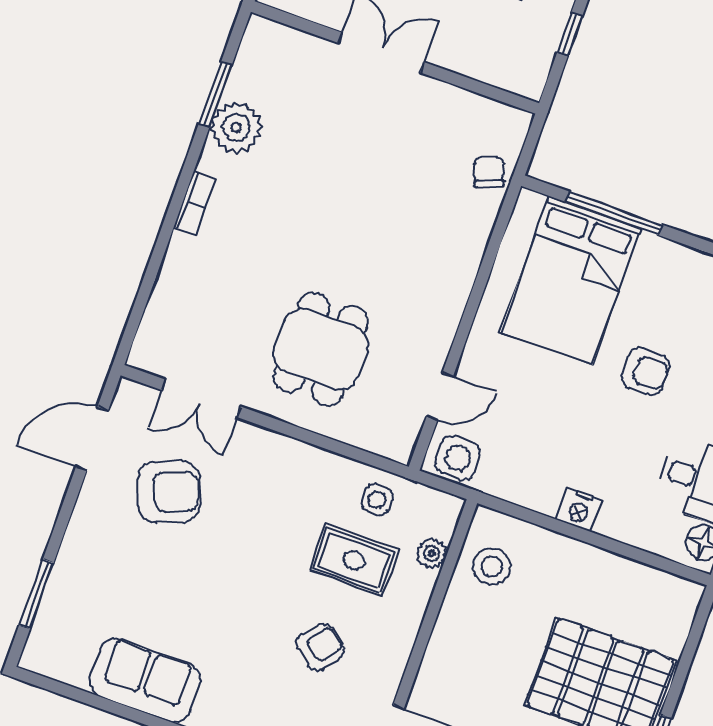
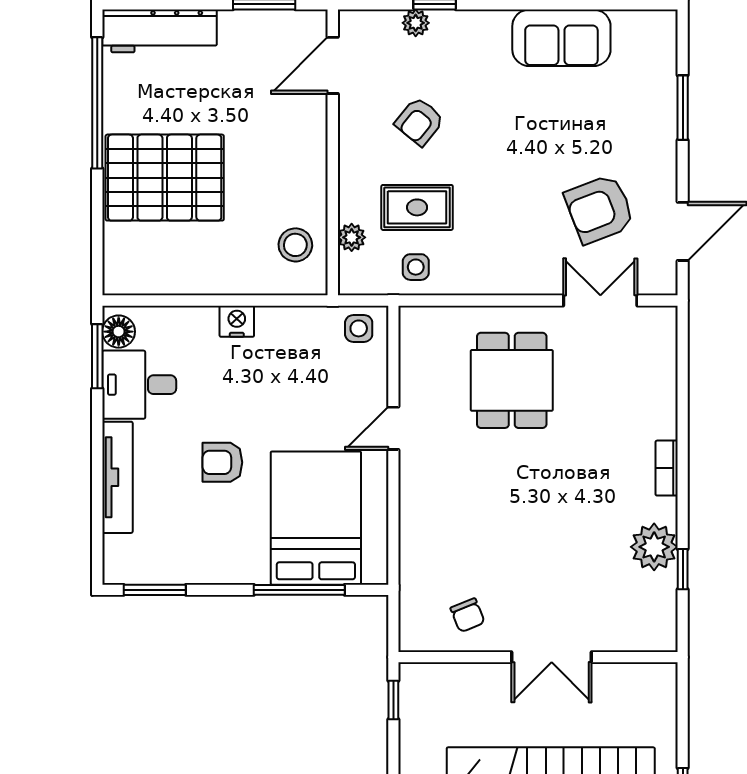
window: (570, 34) -> (393, 700), moved
window: (215, 94) -> (683, 569), width x0.67
chair: (489, 172) -> (468, 615), moved
door: (440, 396) -> (393, 428), moved
side table: (458, 458) -> (359, 328), width x0.73, depth x0.73
window: (36, 594) -> (683, 108), moved

